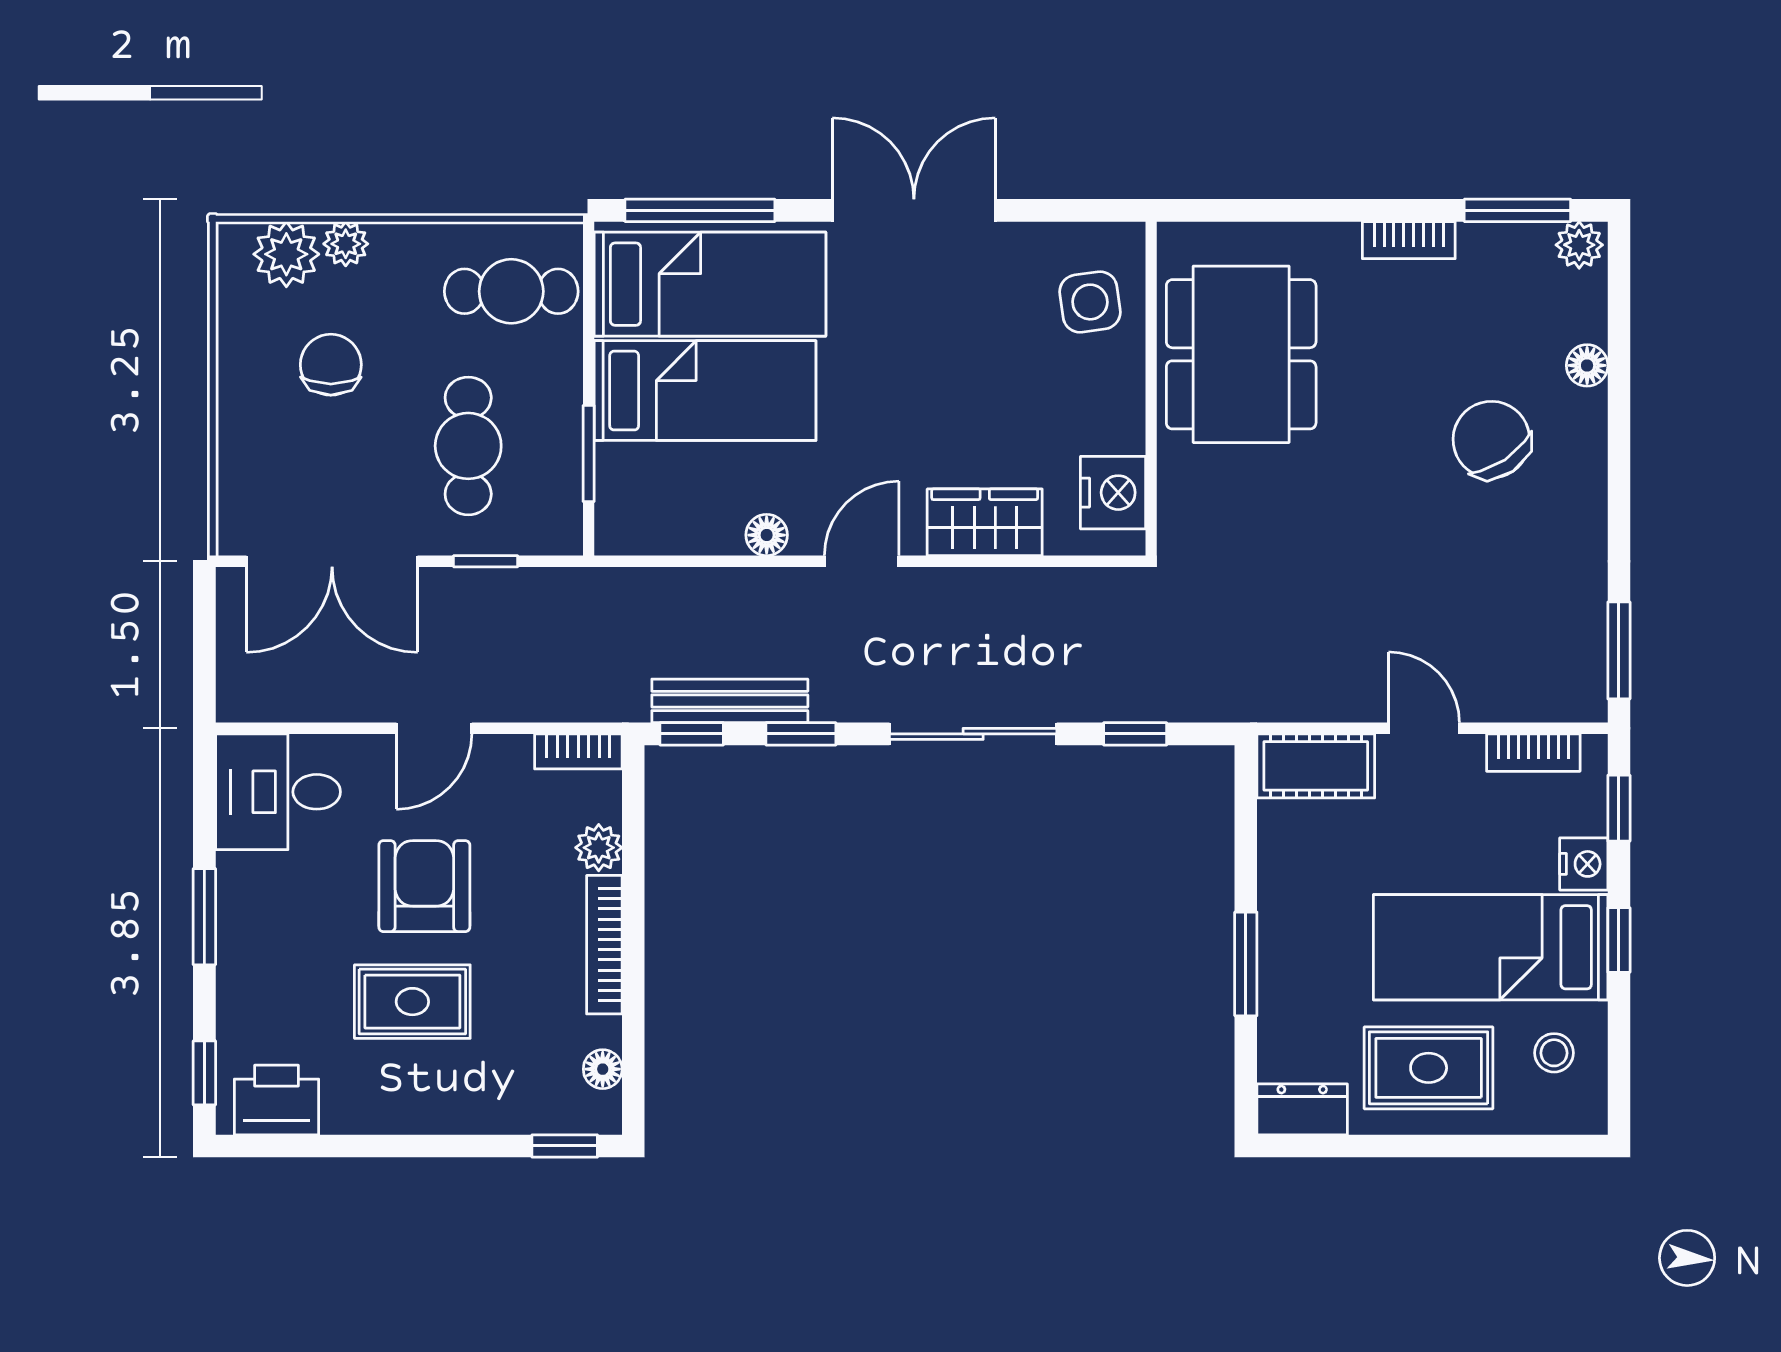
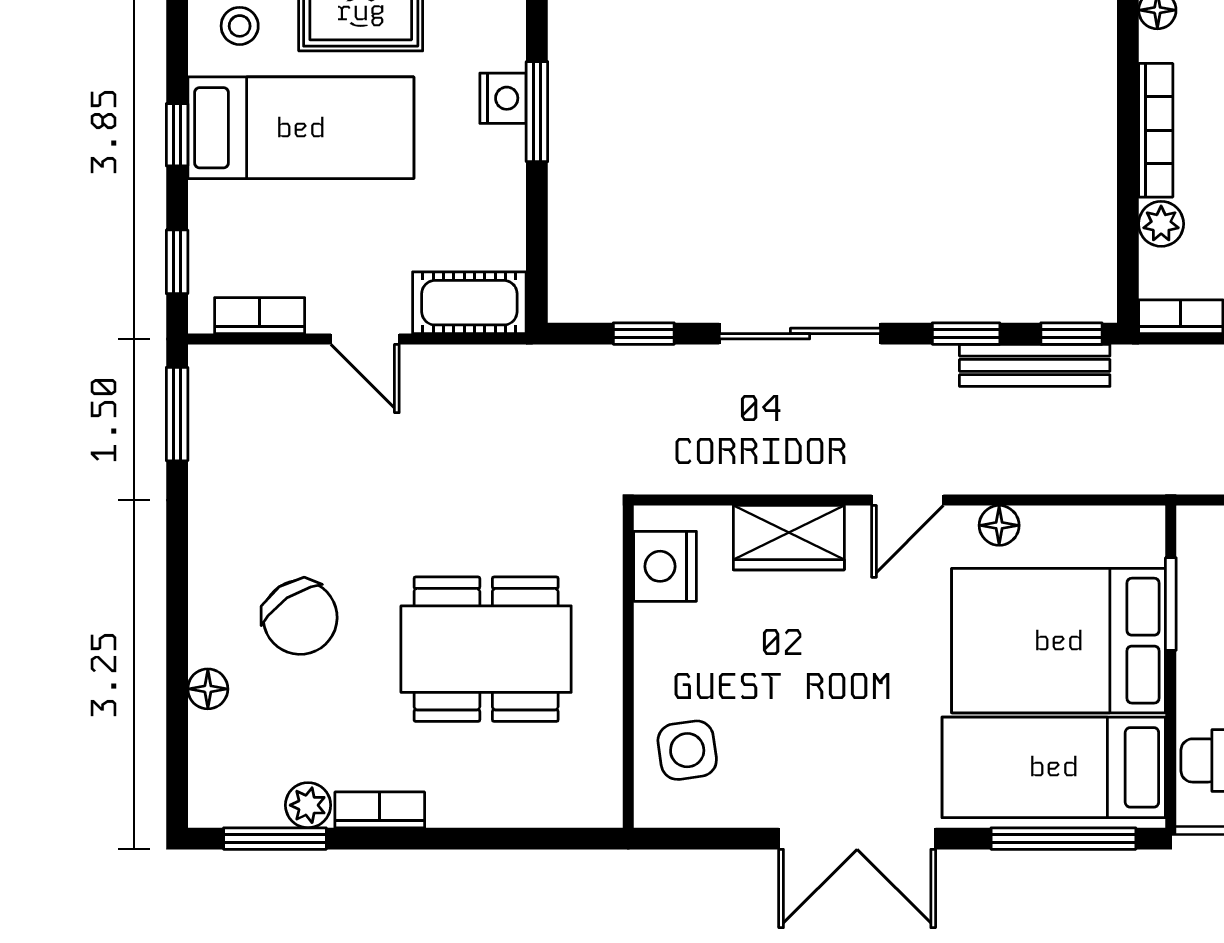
plant: (1579, 245) -> (308, 805), moved
dining table: (1241, 354) -> (486, 649), moved, turned 90
bed: (705, 391) -> (1059, 641), width x1.50
nightstand: (1584, 864) -> (503, 98), moved, turned 180

